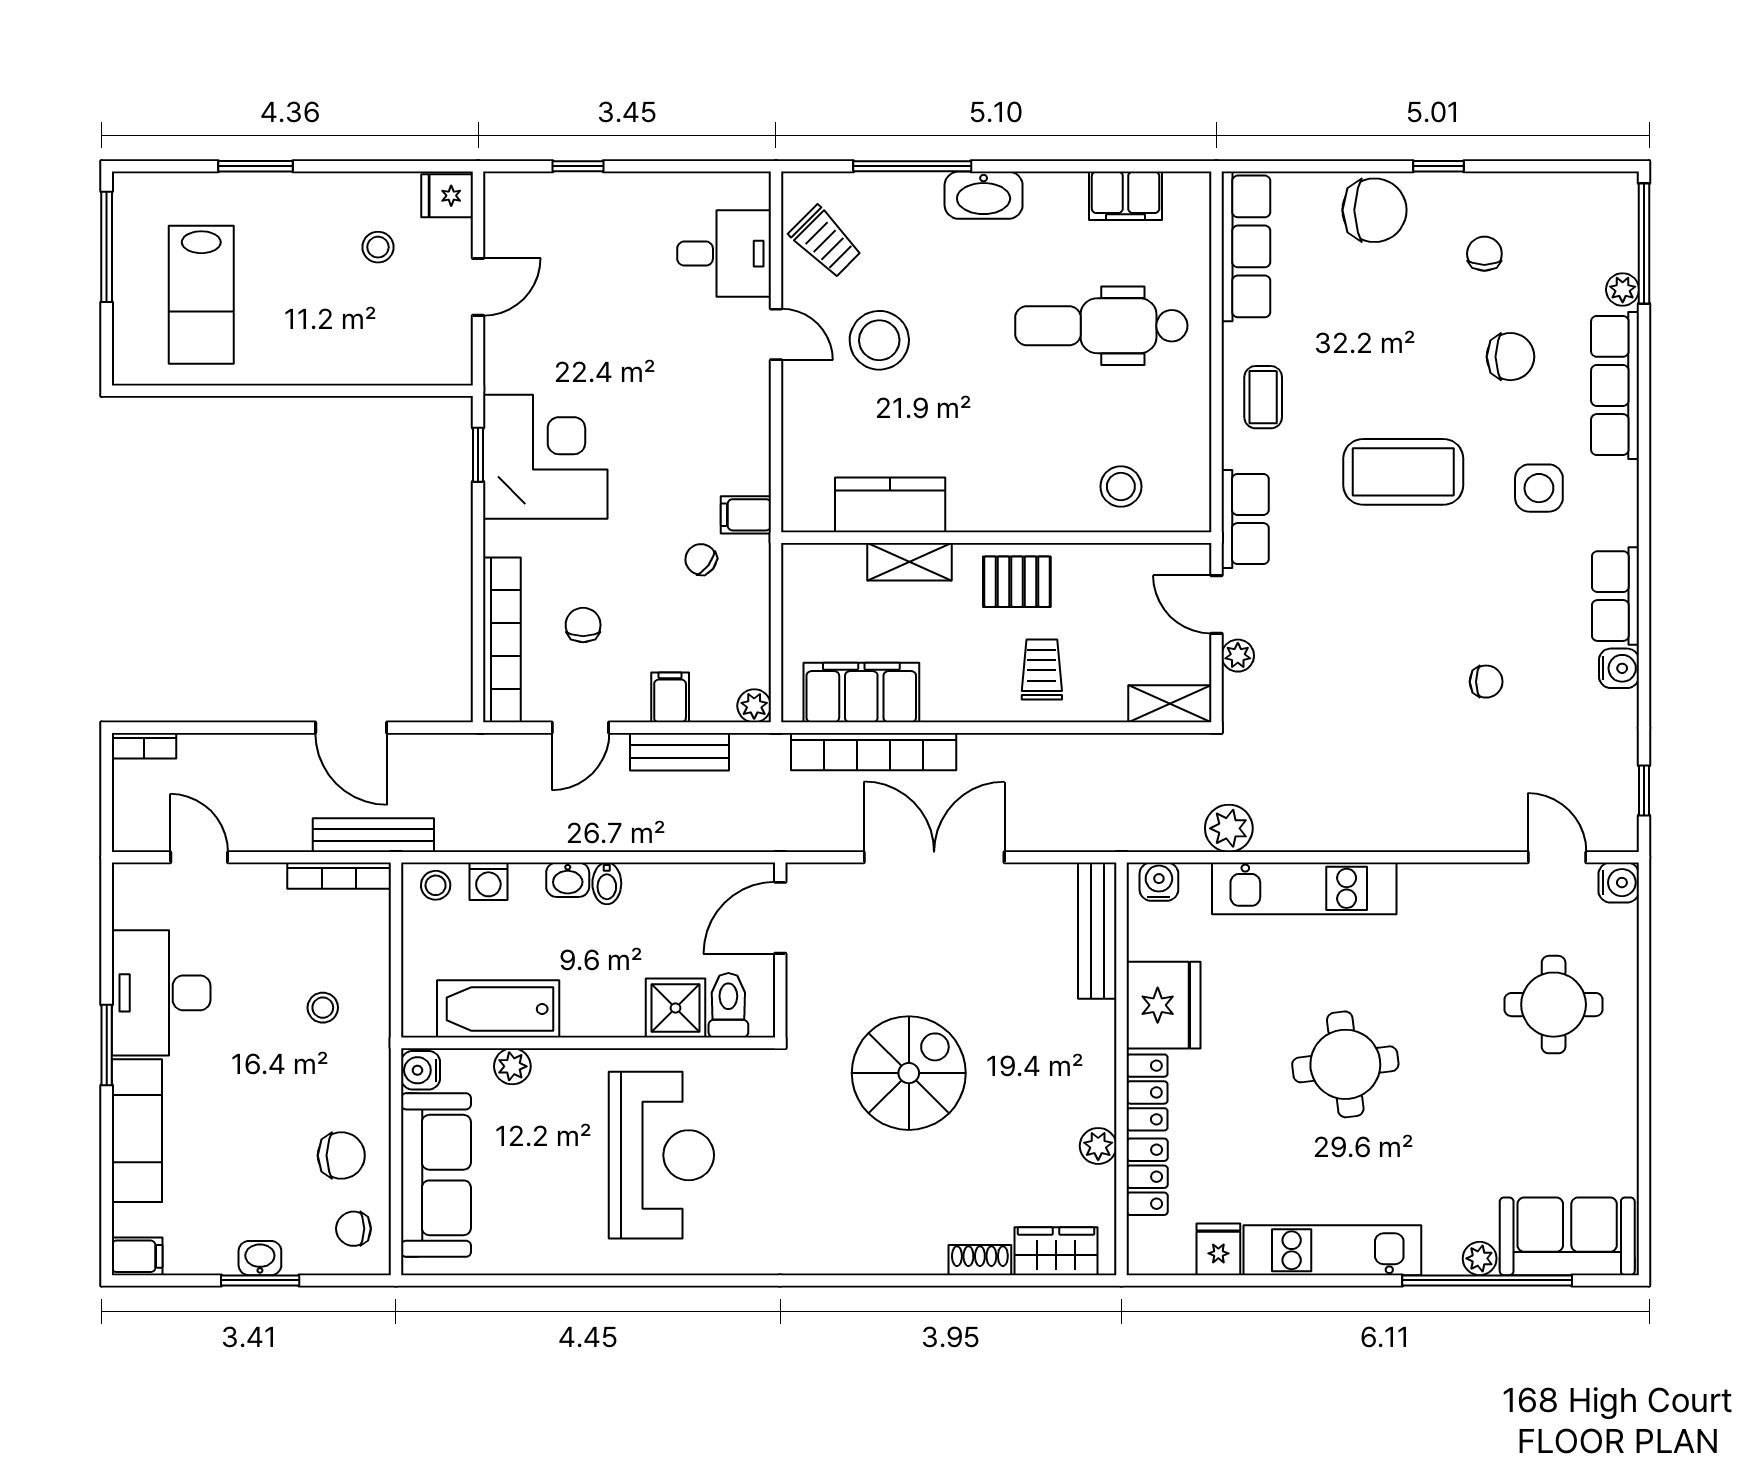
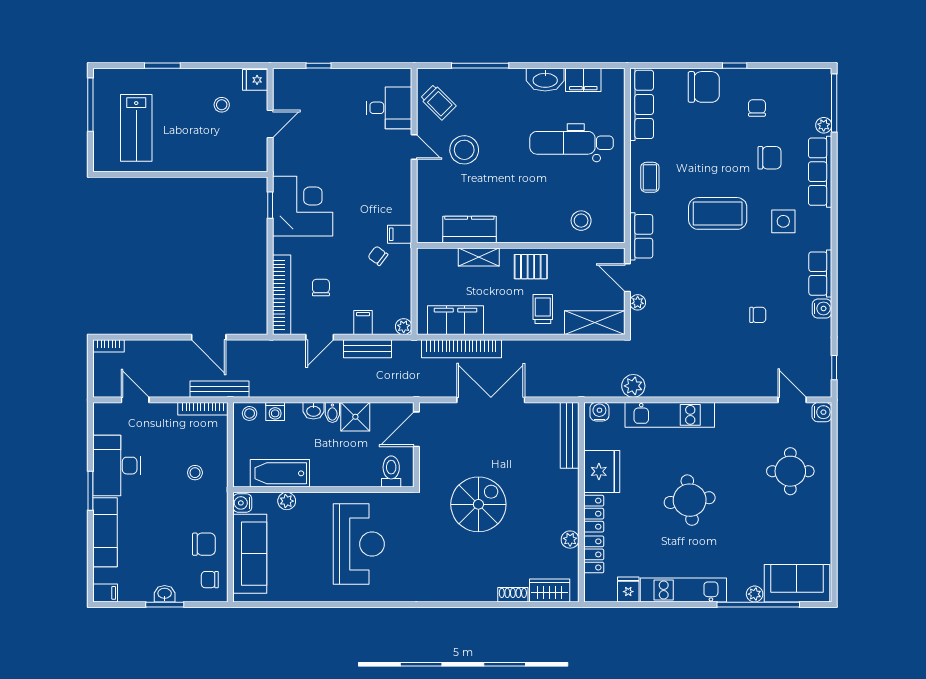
washbasin: (984, 195) -> (545, 80), moved
shelving: (1170, 704) -> (595, 323), width x1.50, depth x1.33
shower: (675, 1008) -> (355, 417), moved

